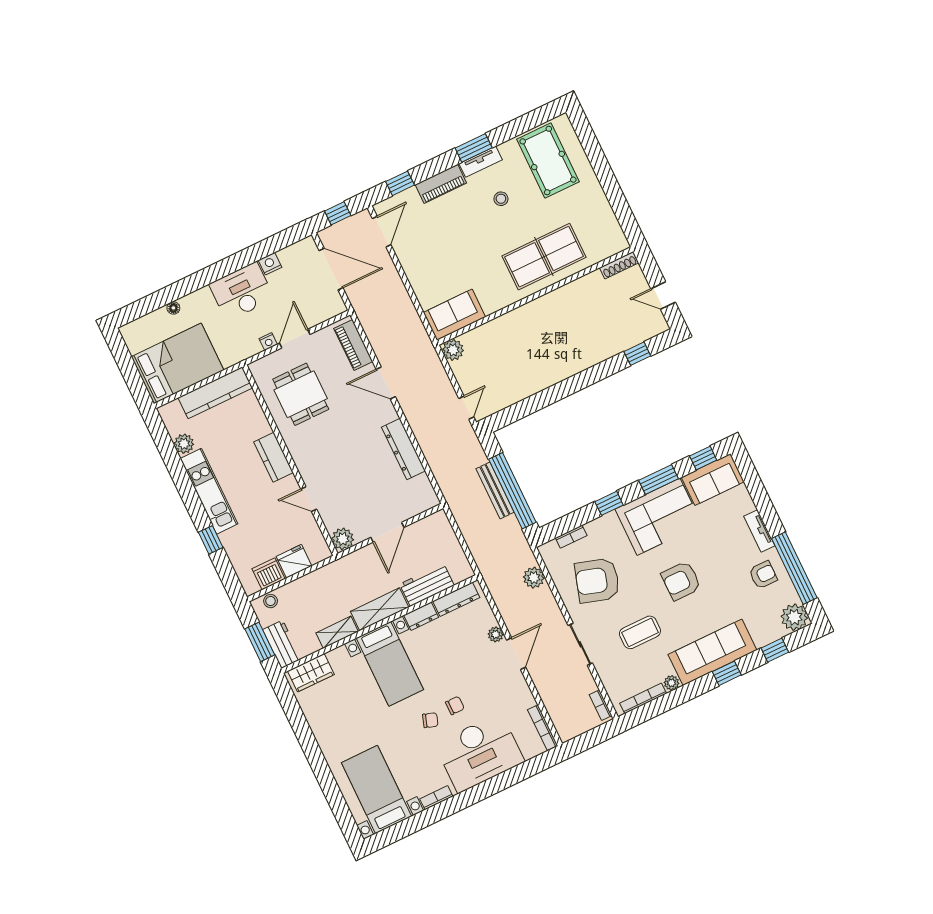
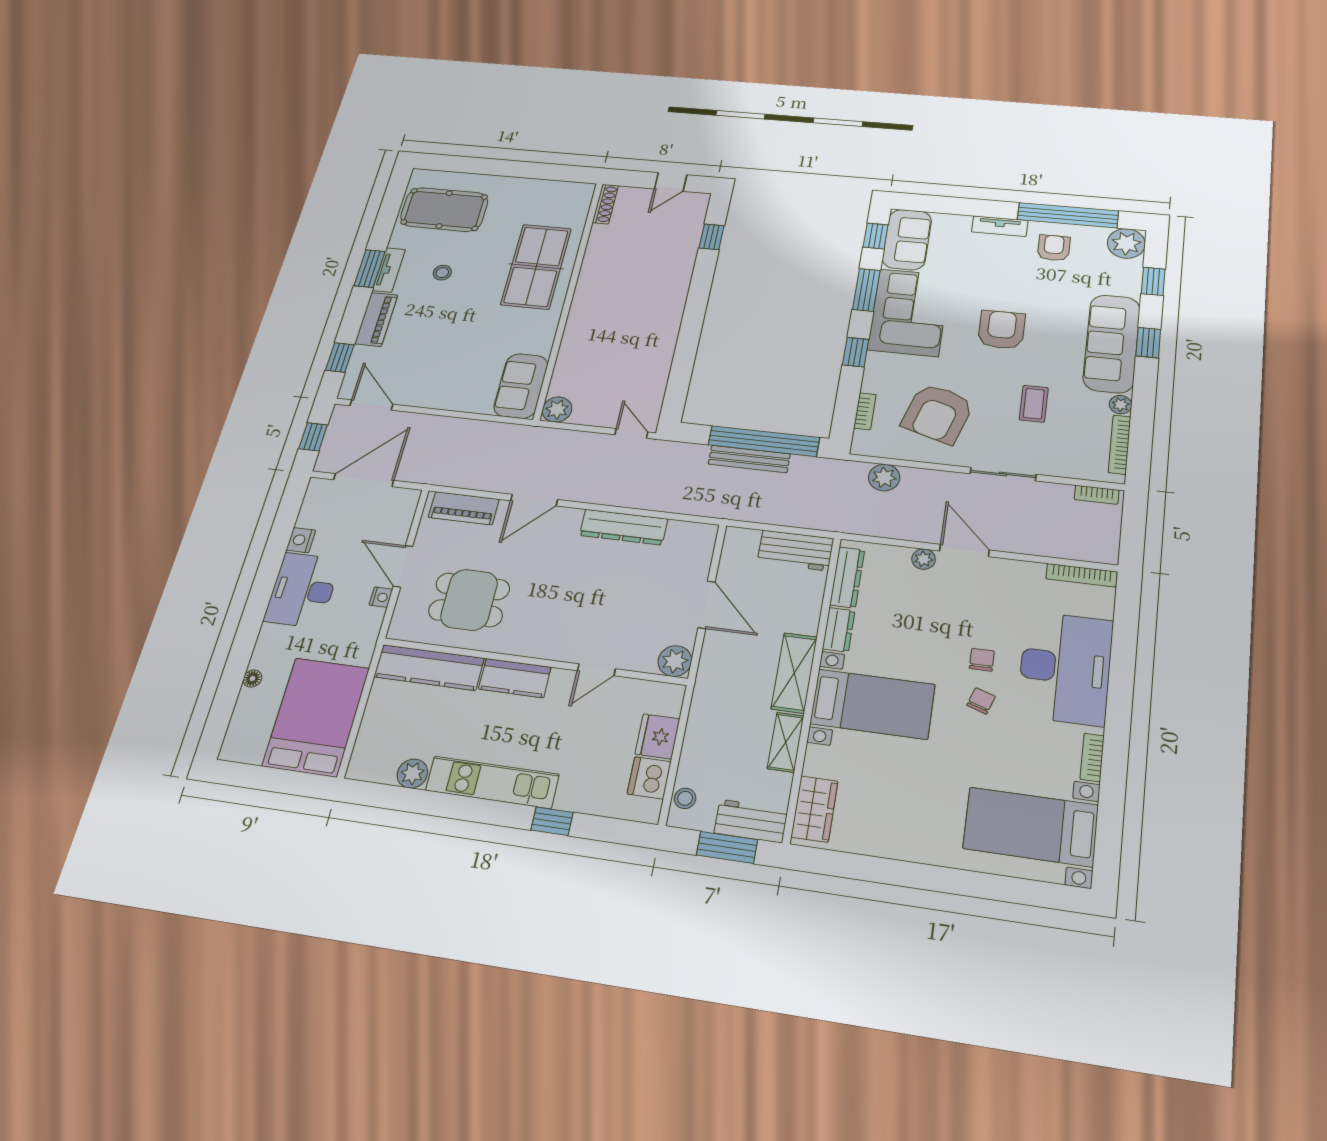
kitchen counter: (215, 393) -> (429, 667), moved, turned 90
armchair: (681, 581) -> (1001, 330), turned 180
workbench: (427, 585) -> (795, 550), moved, turned -90
coffee table: (640, 632) -> (1034, 404), width x0.73, depth x0.77

